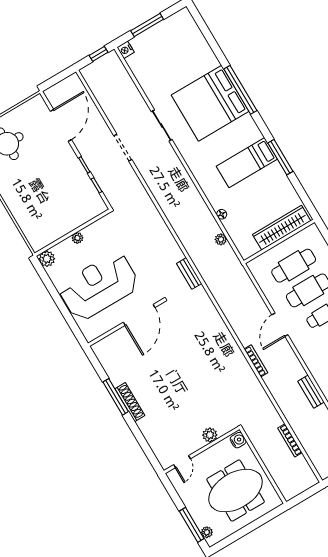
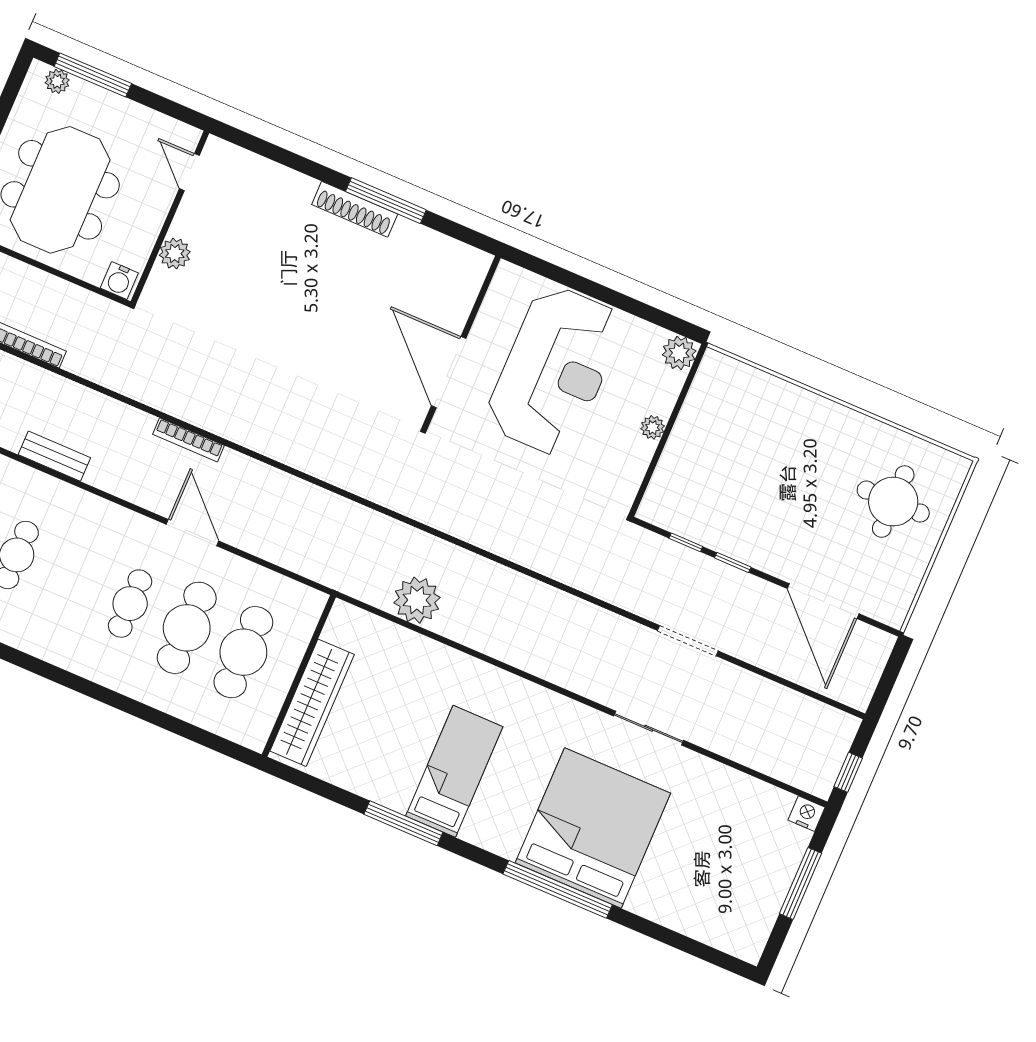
floor lamp: (222, 214) -> (433, 650), removed
plant: (221, 239) -> (417, 600), width x1.87, depth x1.87
bench: (189, 273) -> (414, 507), removed

